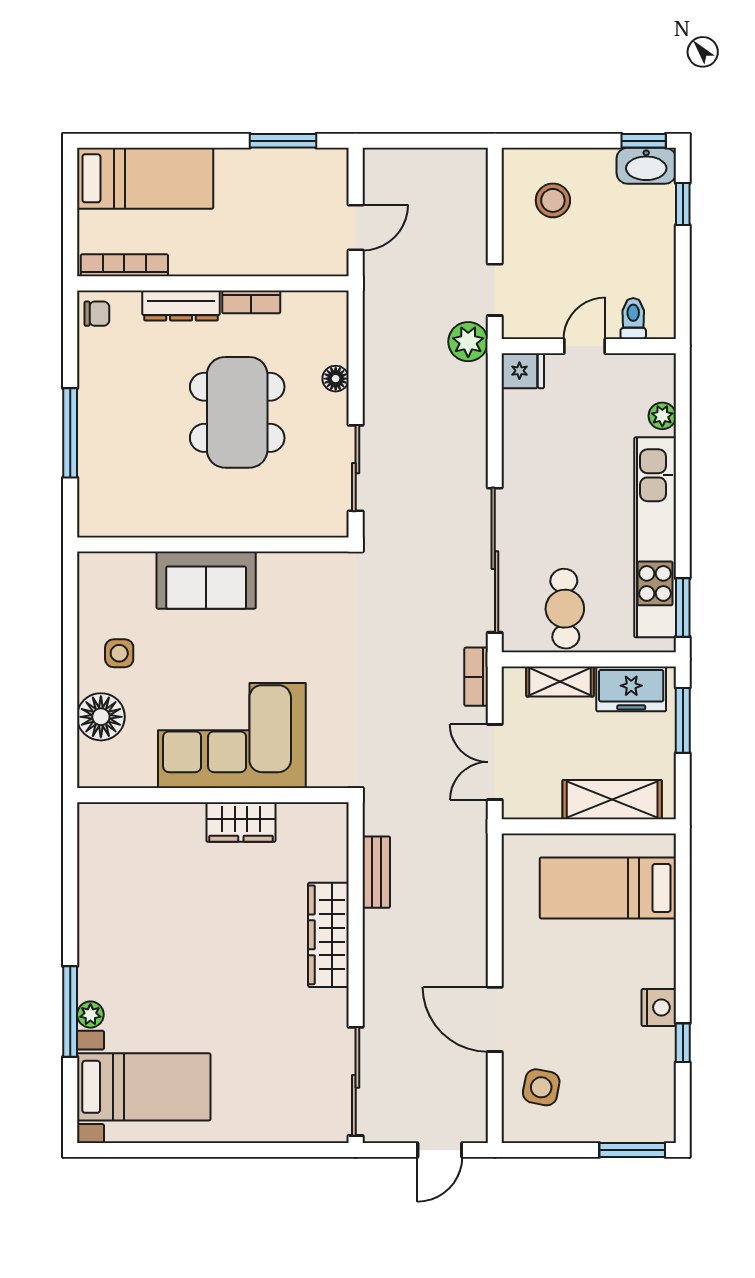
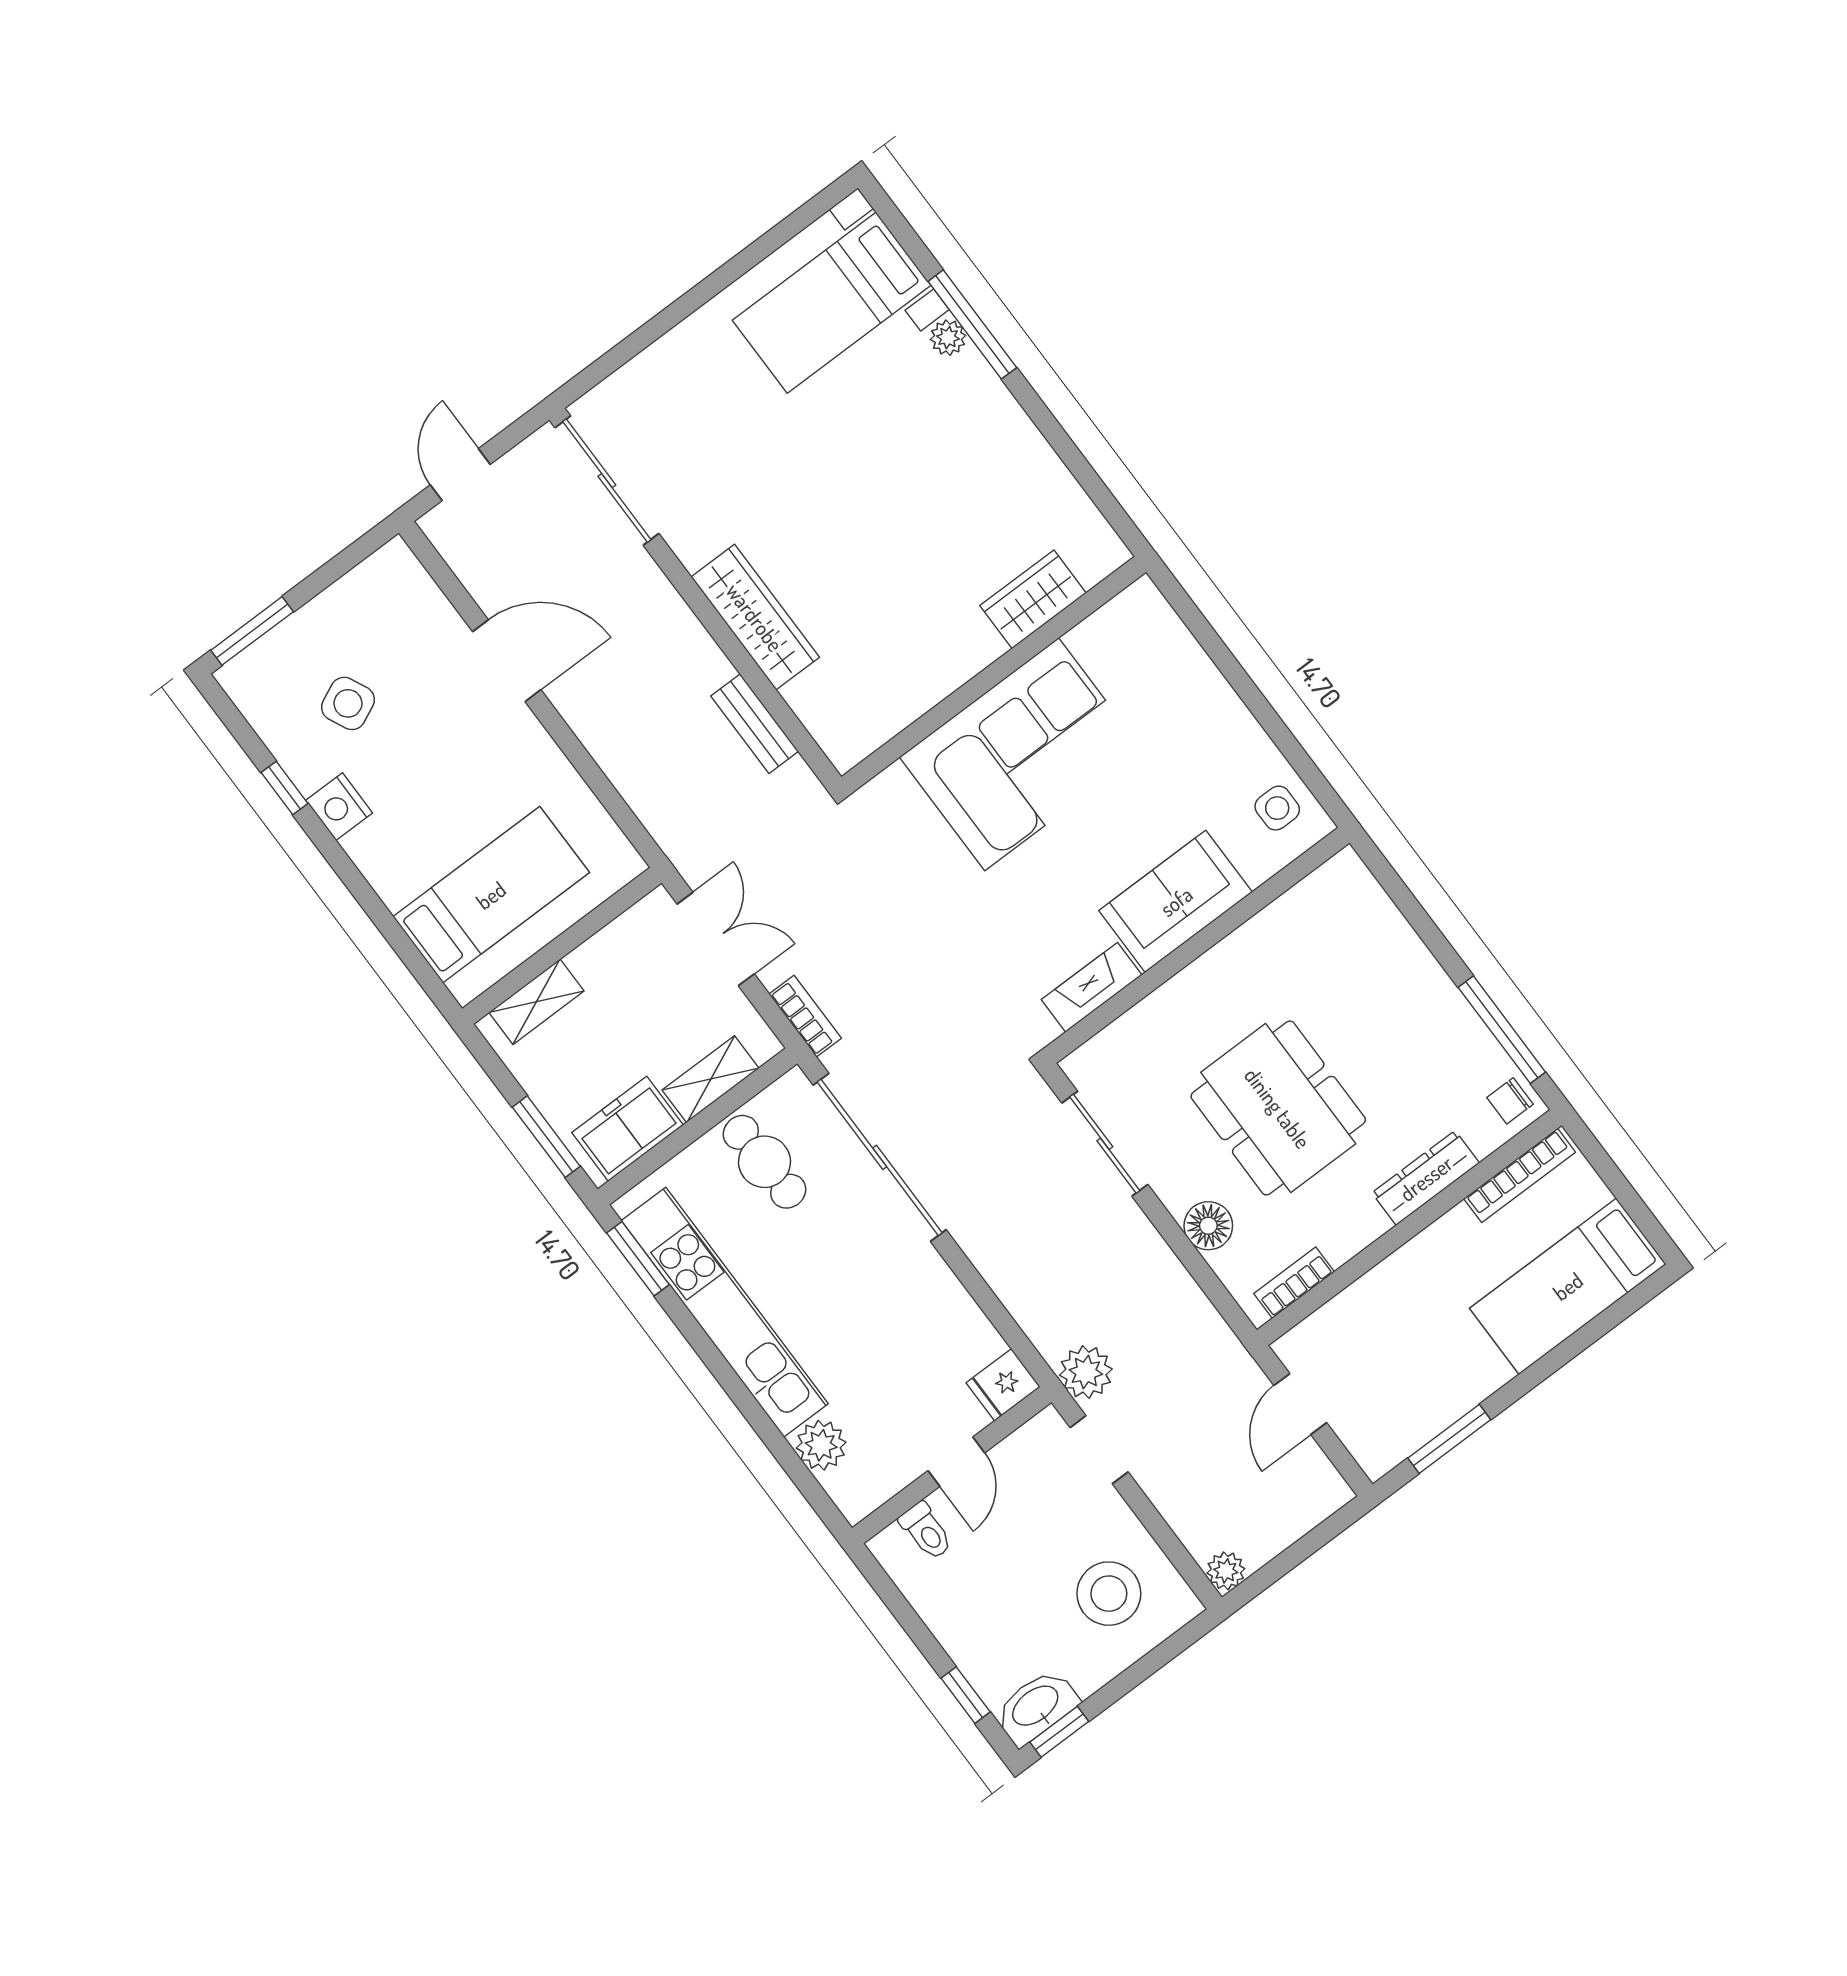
plant: (474, 162) -> (1226, 1571), added
stool: (553, 200) -> (1109, 1594), width x1.38, depth x1.38
bookcase: (251, 302) -> (1294, 1283), moved
floor lamp: (336, 379) -> (1208, 1226), width x1.37, depth x1.37
plant: (662, 416) -> (821, 1445), width x1.38, depth x1.38
window: (70, 433) -> (1502, 1030), moved
fireplace: (294, 567) -> (1092, 987), added
side table: (119, 653) -> (1277, 808), moved
floor lamp: (101, 717) -> (1178, 668), removed
shelving: (612, 800) -> (536, 1002), width x0.67, depth x0.75
wardrobe: (241, 822) -> (1033, 599), moved
side table: (541, 1087) -> (348, 703), moved, turned -36

